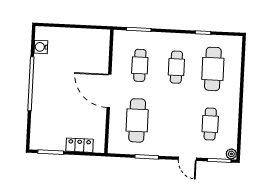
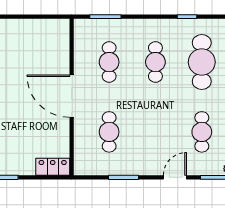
cafe table: (137, 120) -> (109, 132), width x0.73, depth x0.74
locker: (80, 145) -> (53, 167), moved
door: (187, 159) -> (175, 177), swing flipped

